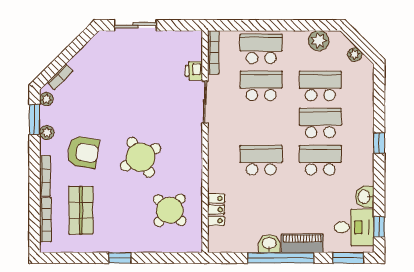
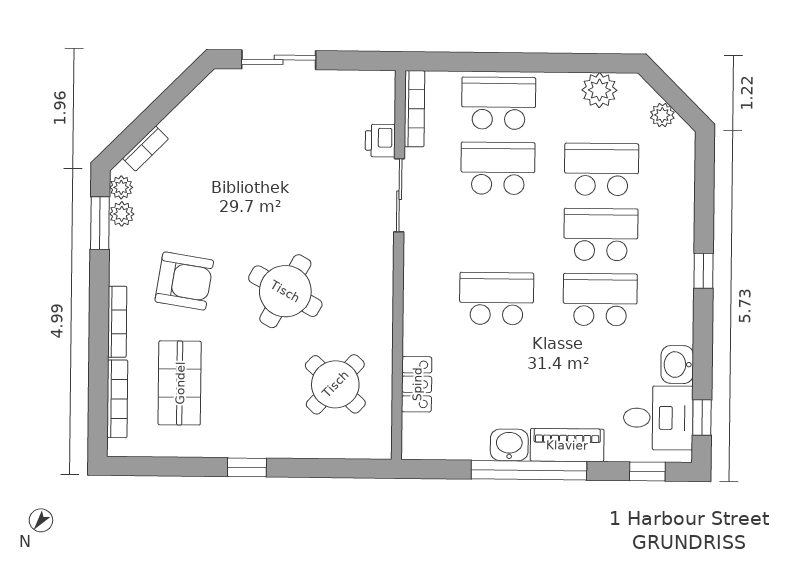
plant: (47, 133) -> (122, 214), moved
round table: (141, 157) -> (285, 291), turned -31
window: (348, 258) -> (647, 471), width x0.67

